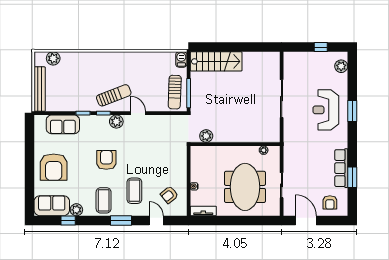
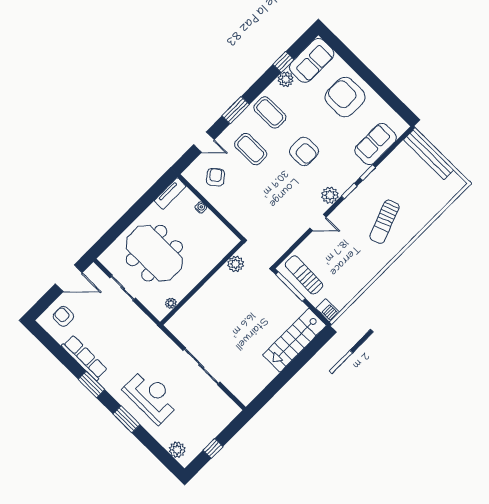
plant: (53, 58) -> (444, 195), removed
sun lounger: (114, 95) -> (384, 222), moved
window: (352, 177) -> (91, 384), moved

